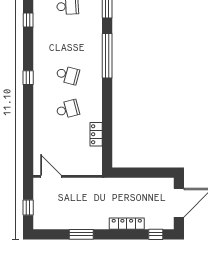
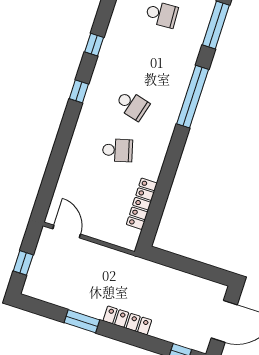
window: (28, 20) -> (94, 45), moved
locker: (96, 134) -> (142, 204), width x1.53
locker: (127, 224) -> (127, 320), moved

